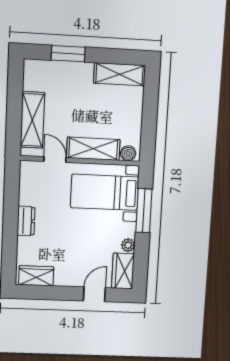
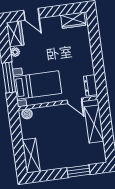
shelving: (119, 74) -> (31, 156), moved, turned 90
shelving: (93, 149) -> (51, 113), removed
dresser: (26, 221) -> (90, 85), moved
door: (94, 294) -> (31, 14), hinge flipped

